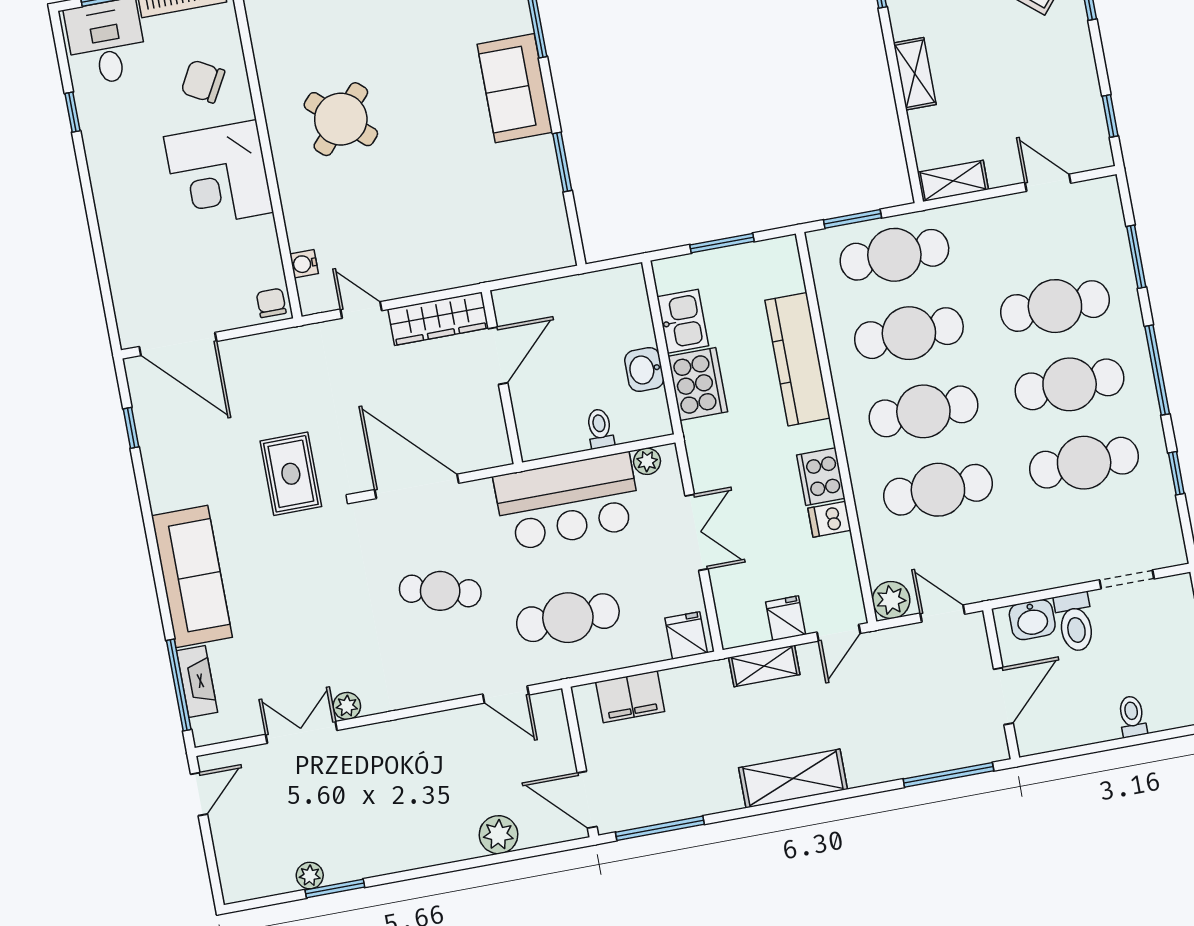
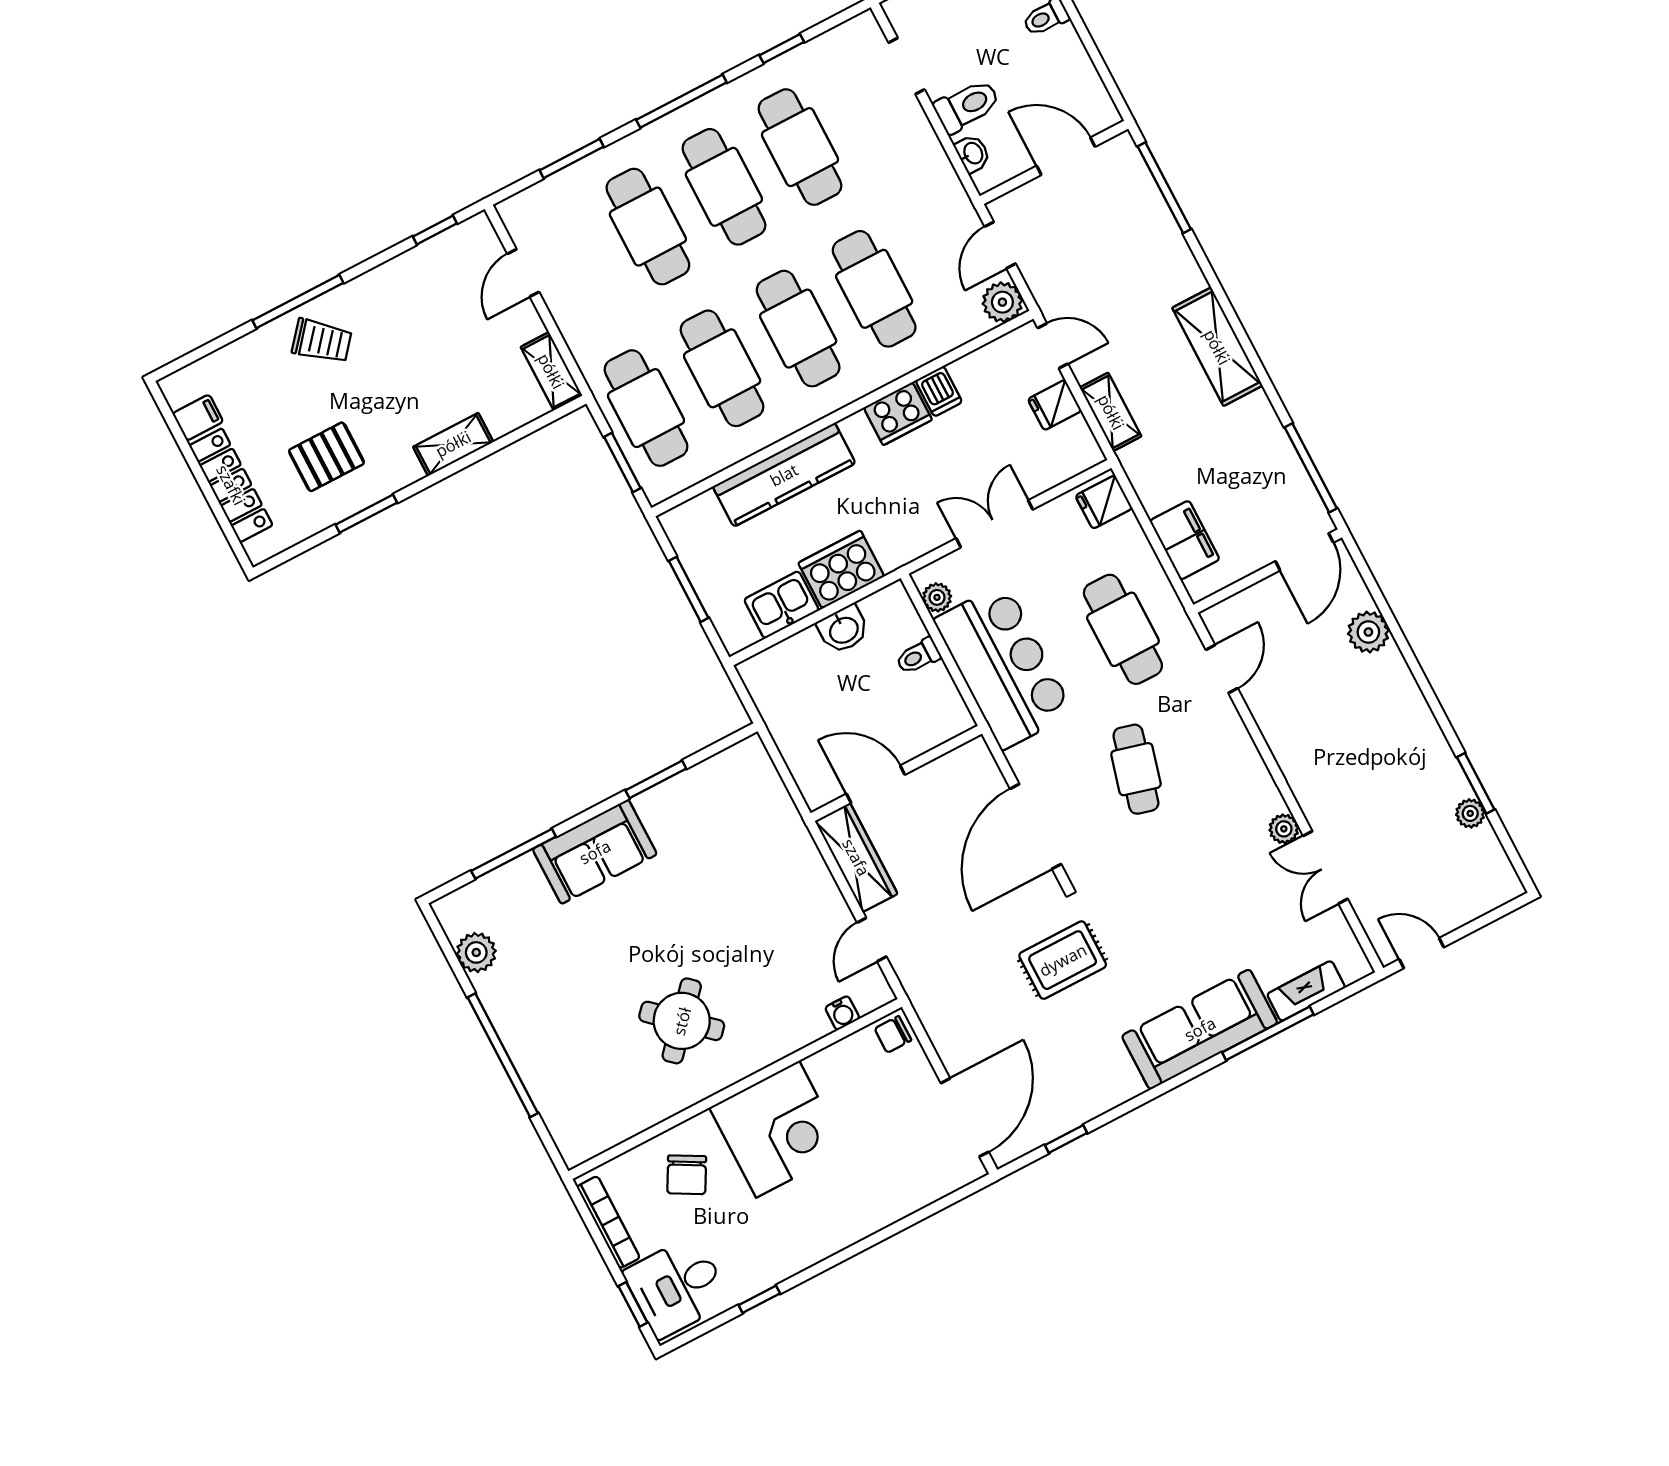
washbasin: (1032, 620) -> (973, 154), width x0.72, depth x0.69
window: (179, 685) -> (1268, 1033), moved

